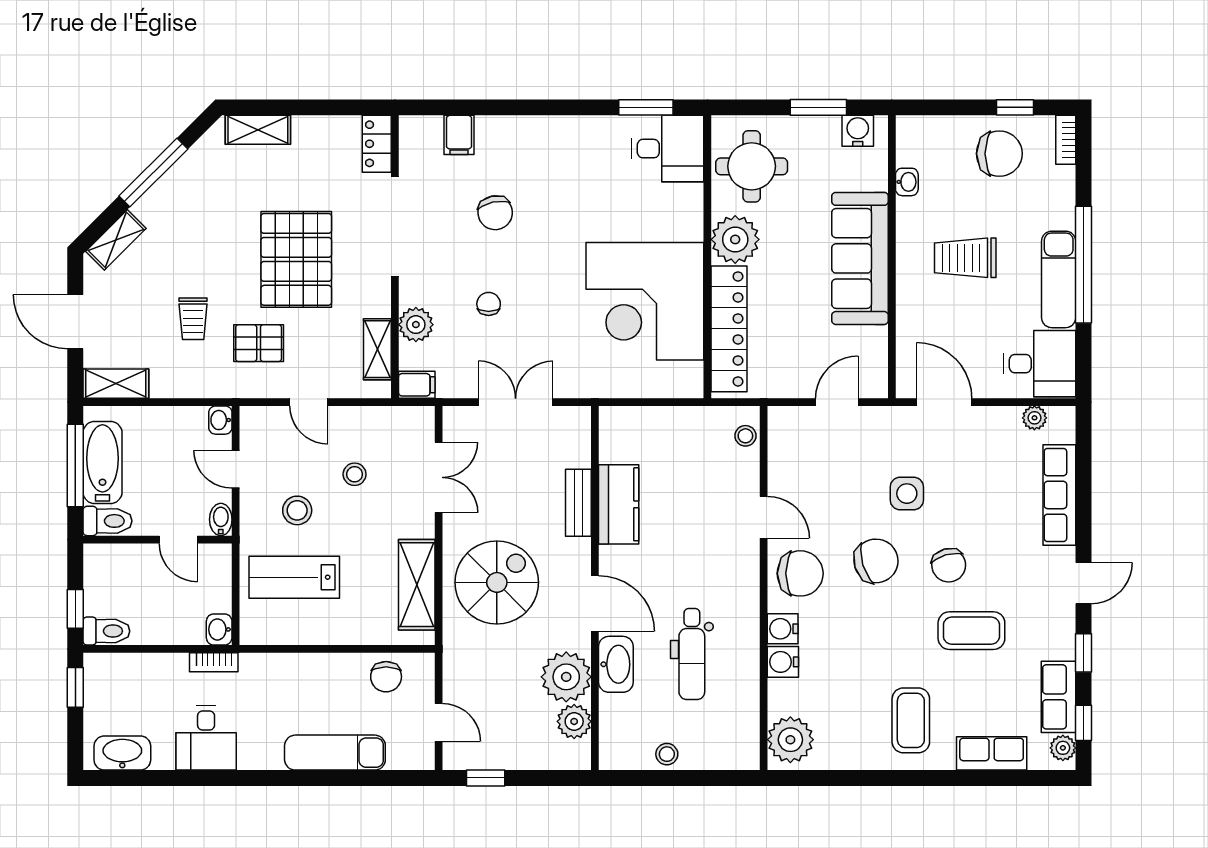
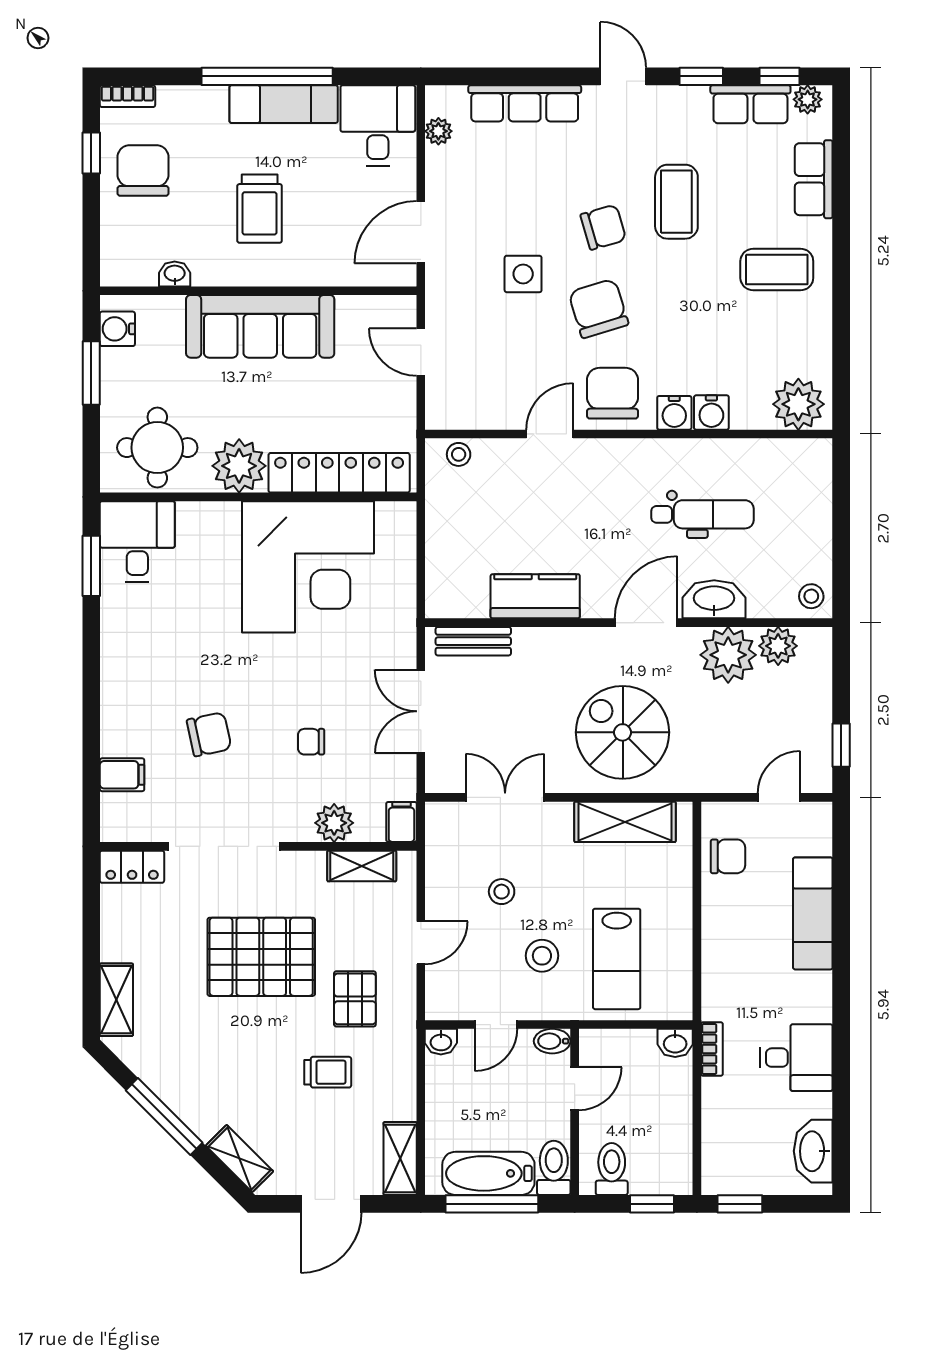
bench: (578, 503) -> (473, 641), moved
toilet: (106, 631) -> (612, 1169), moved
stool: (667, 754) -> (811, 596), moved

